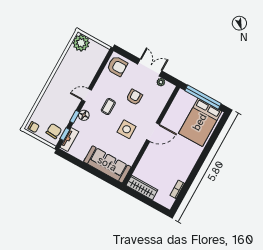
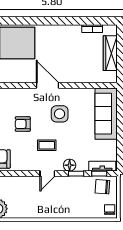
door: (87, 95) -> (47, 174), hinge flipped
wardrobe: (142, 188) -> (110, 53), moved

